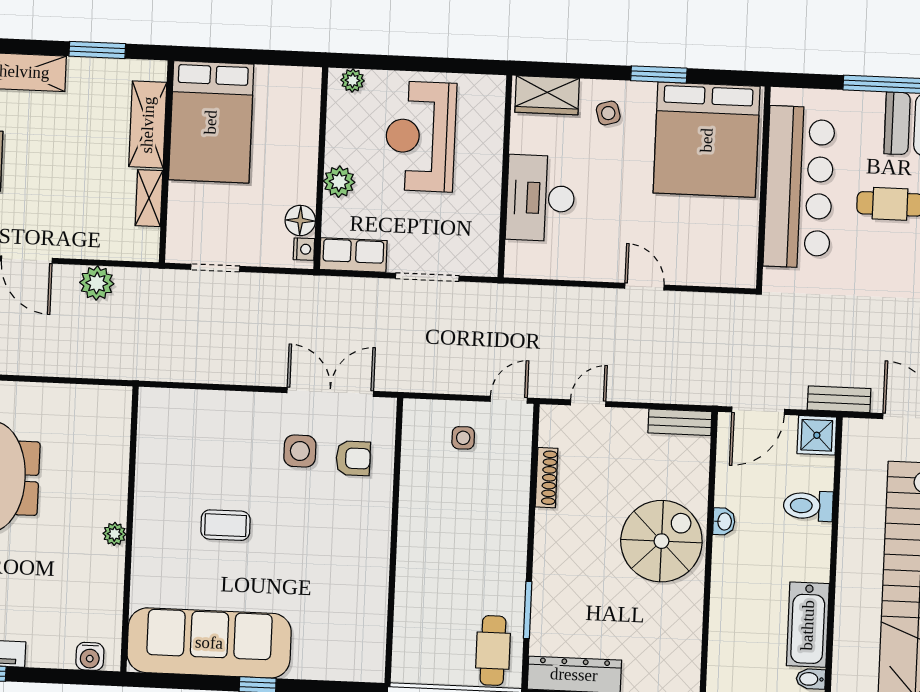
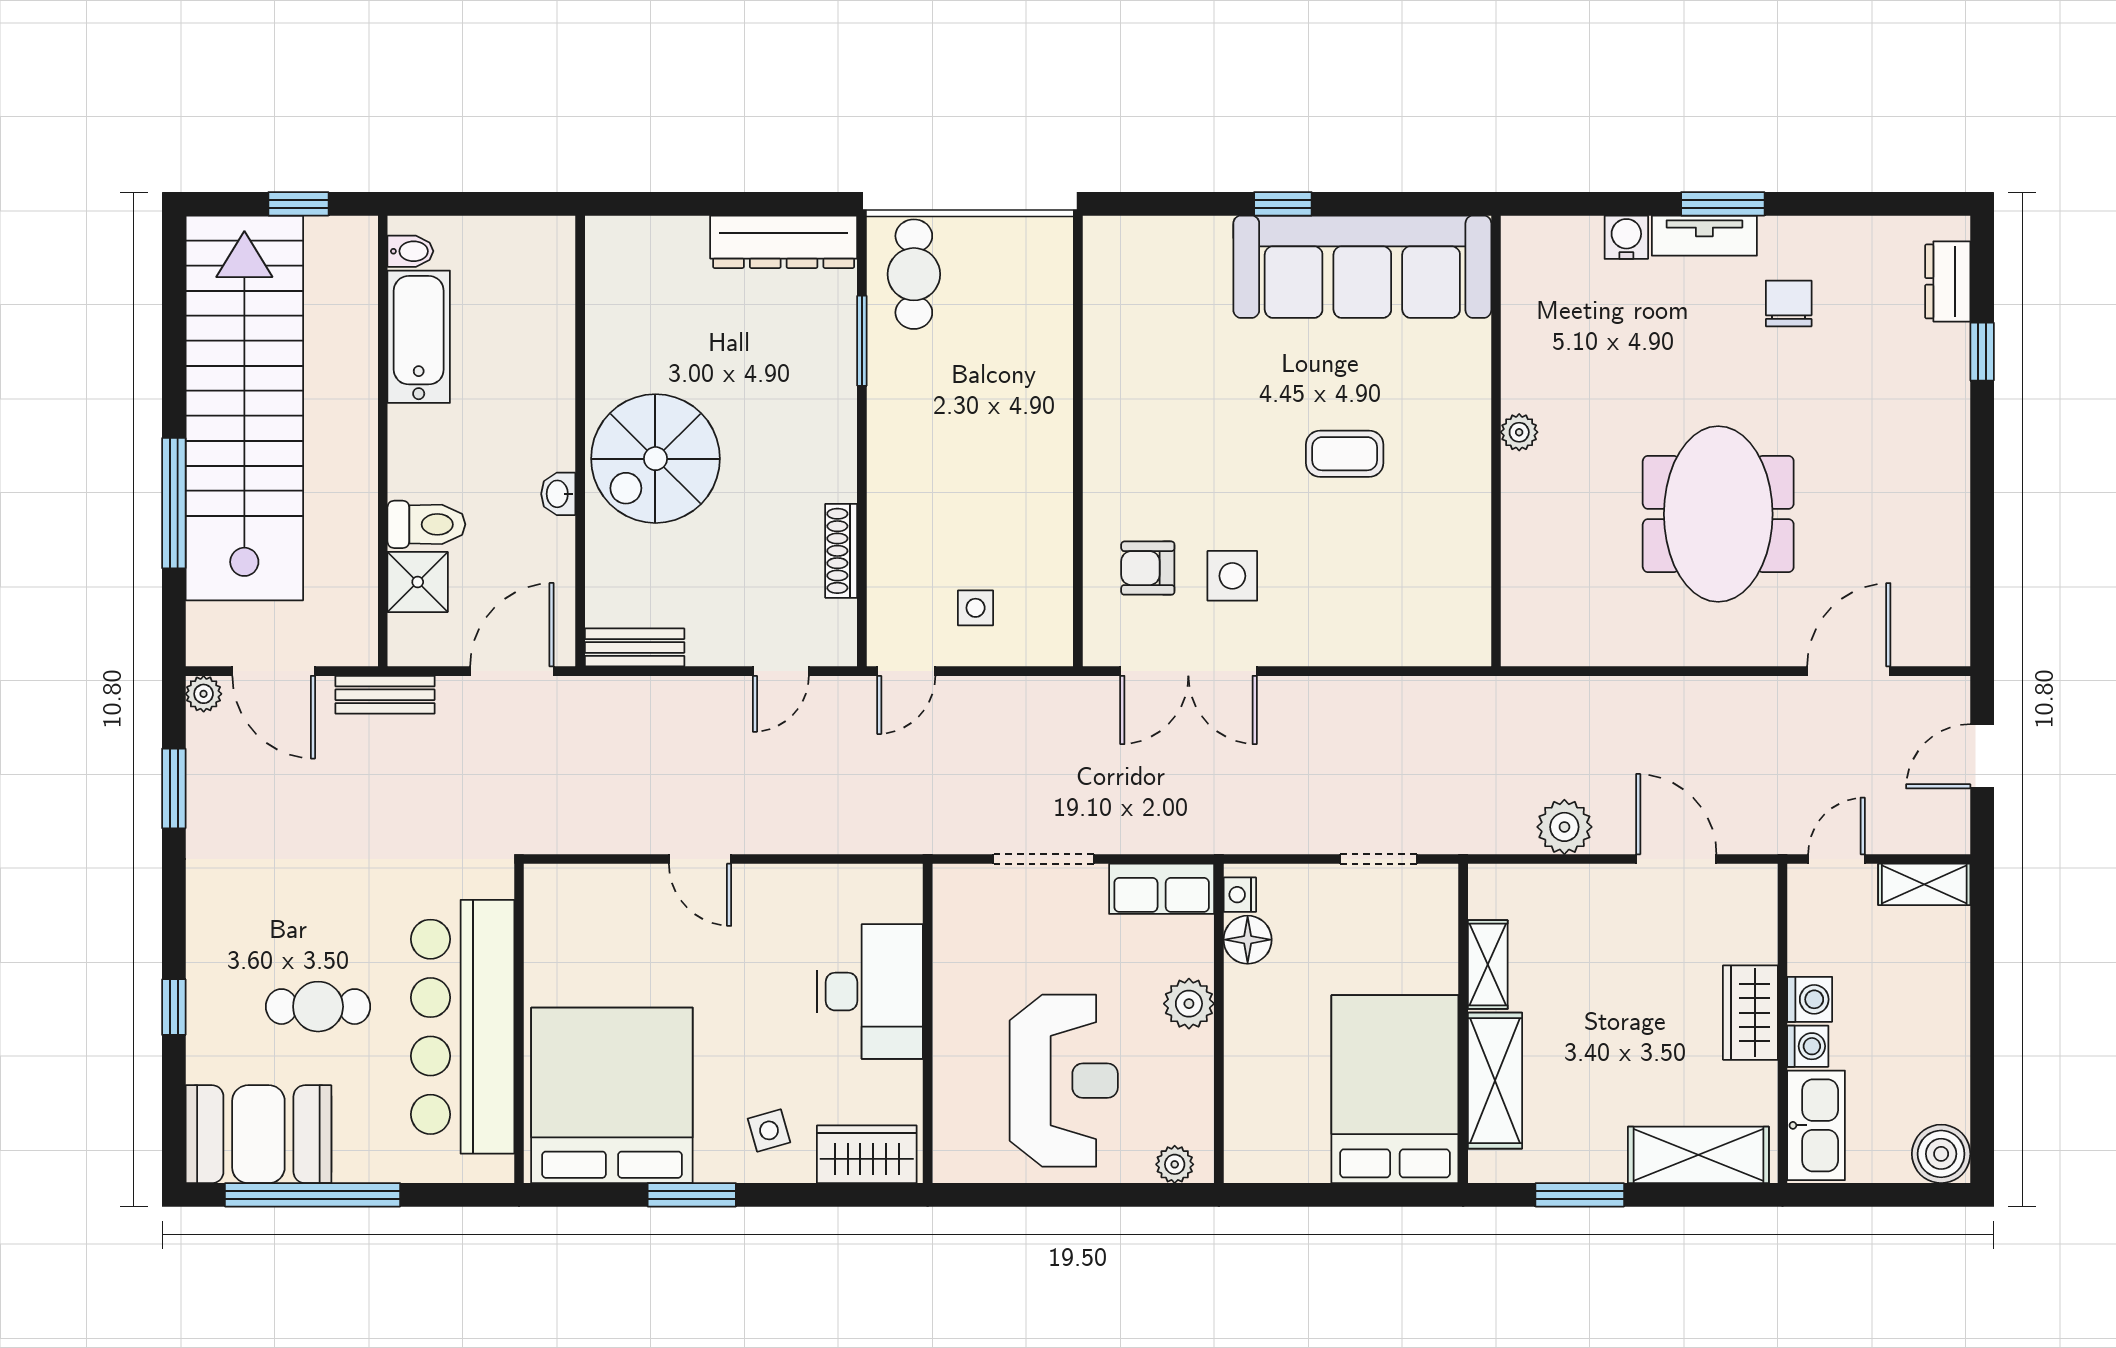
shower: (817, 435) -> (418, 582), moved
water cooler: (90, 656) -> (1626, 237), moved

